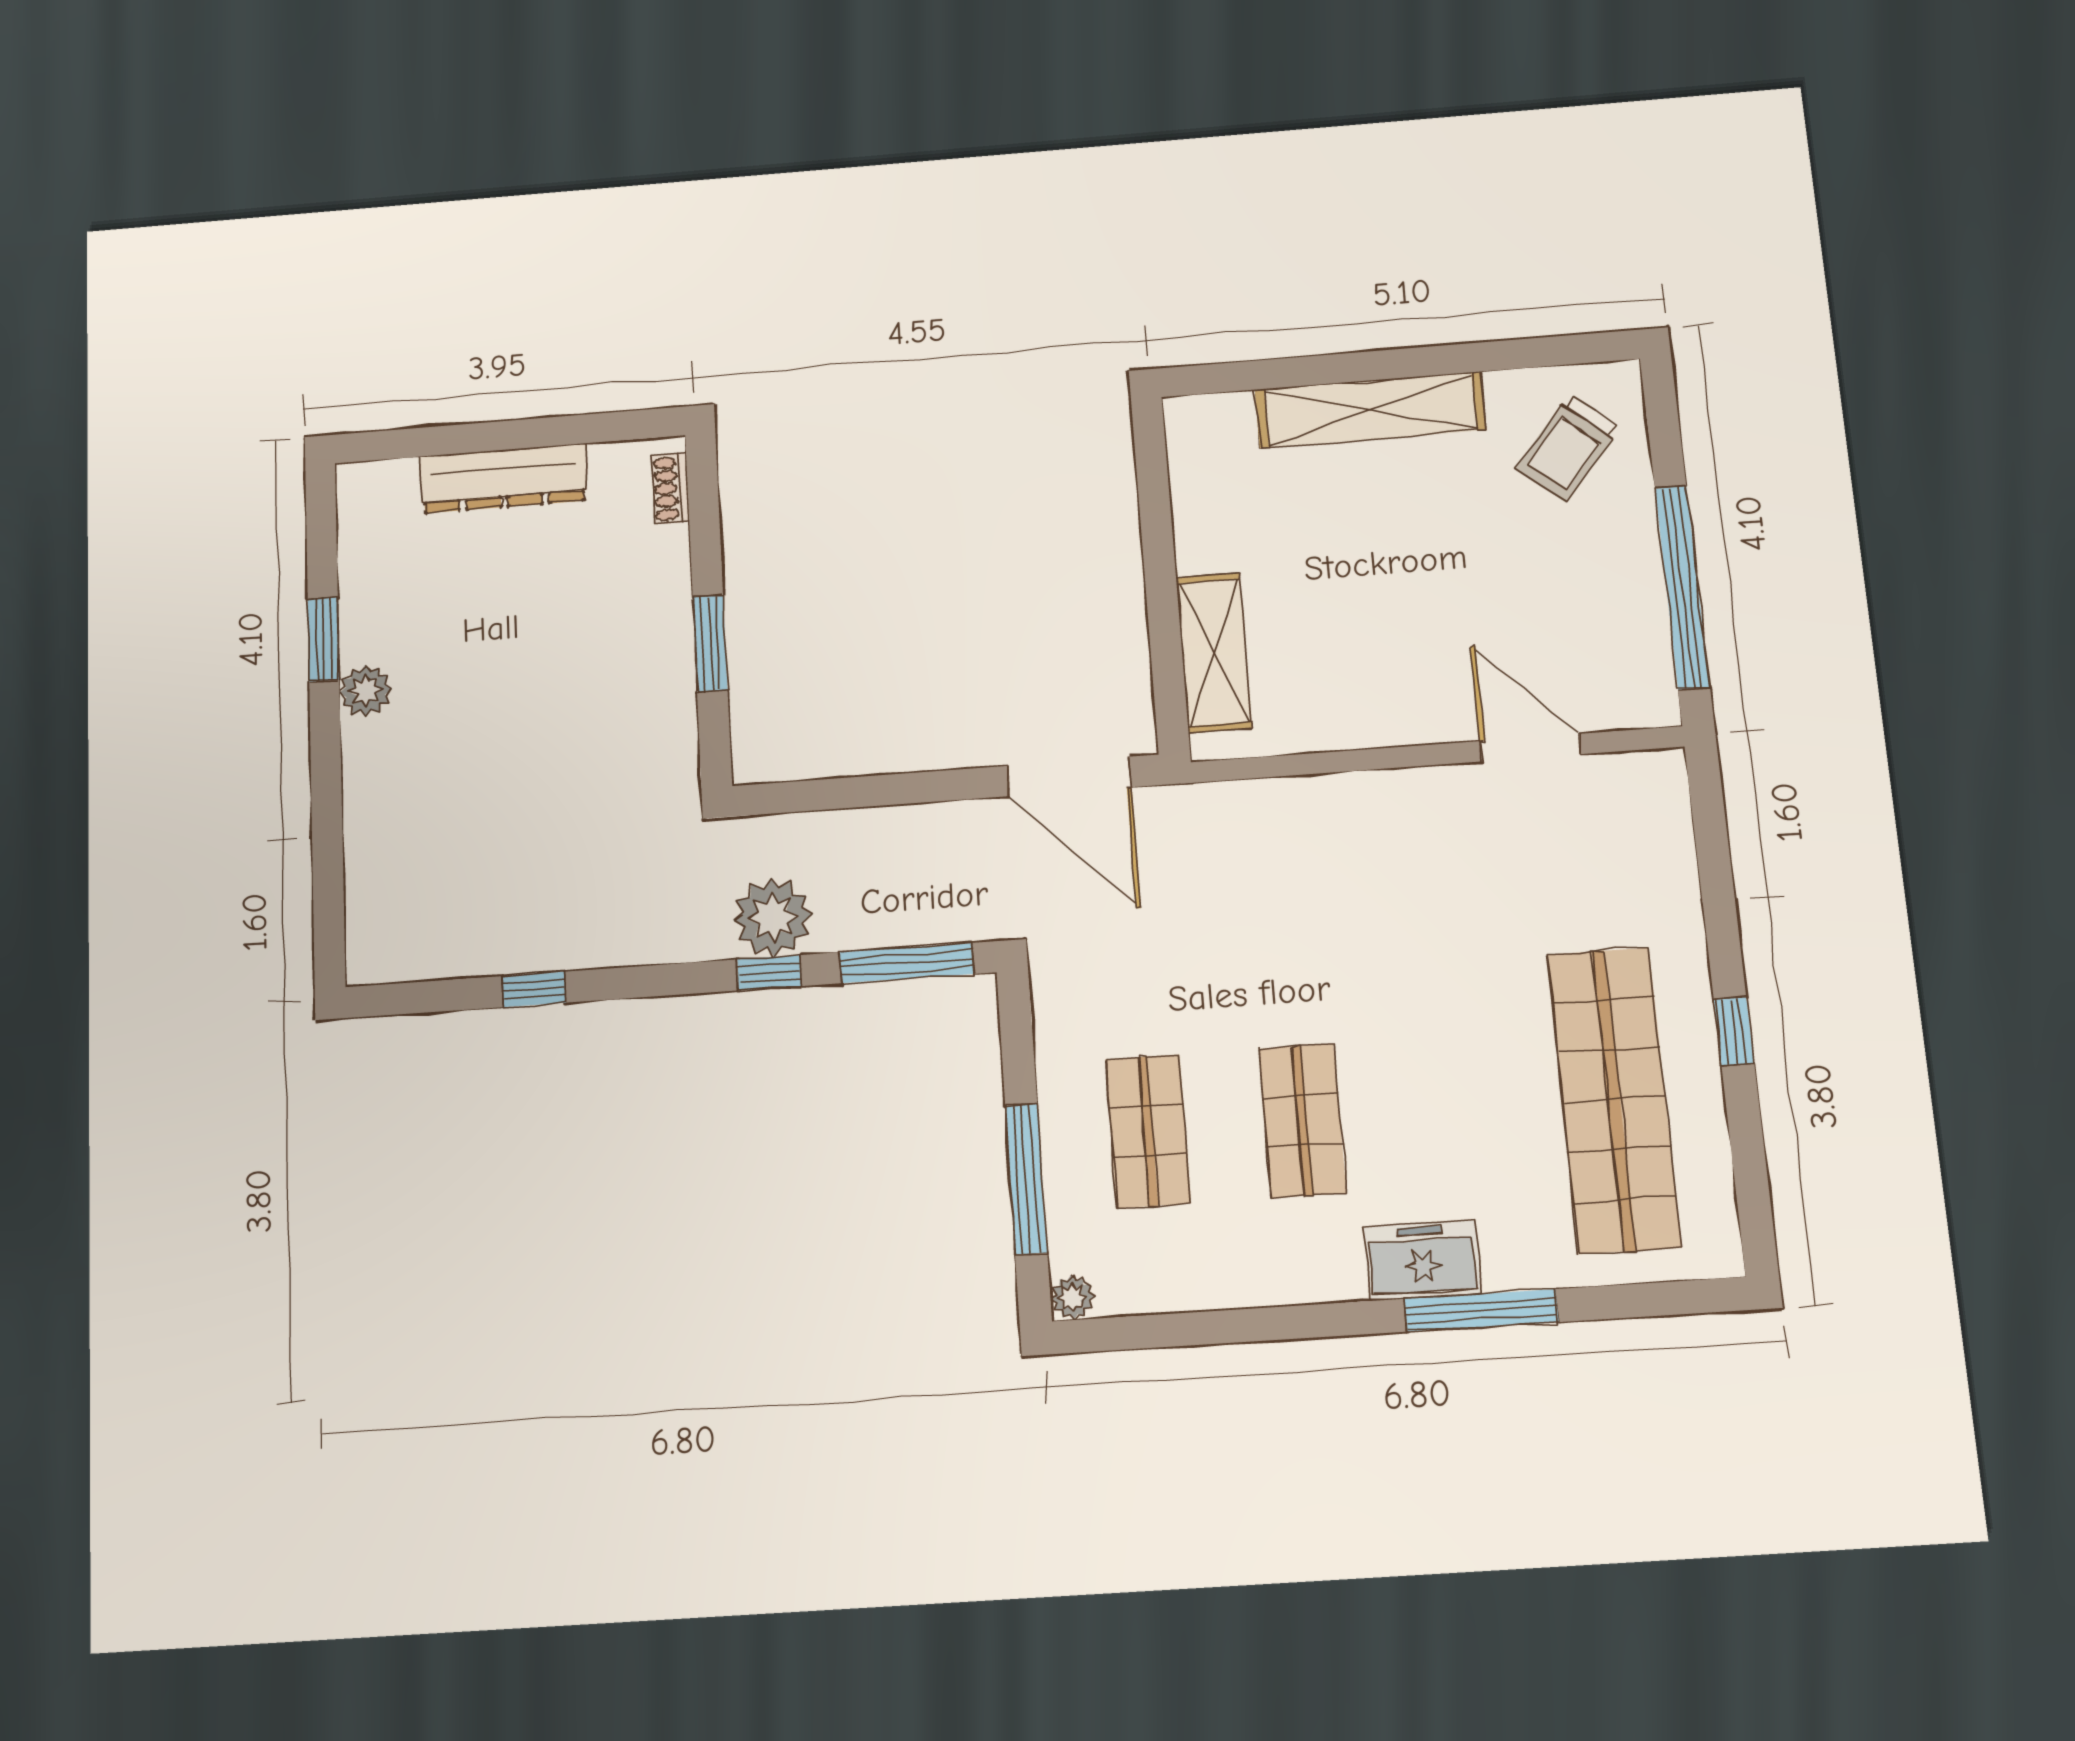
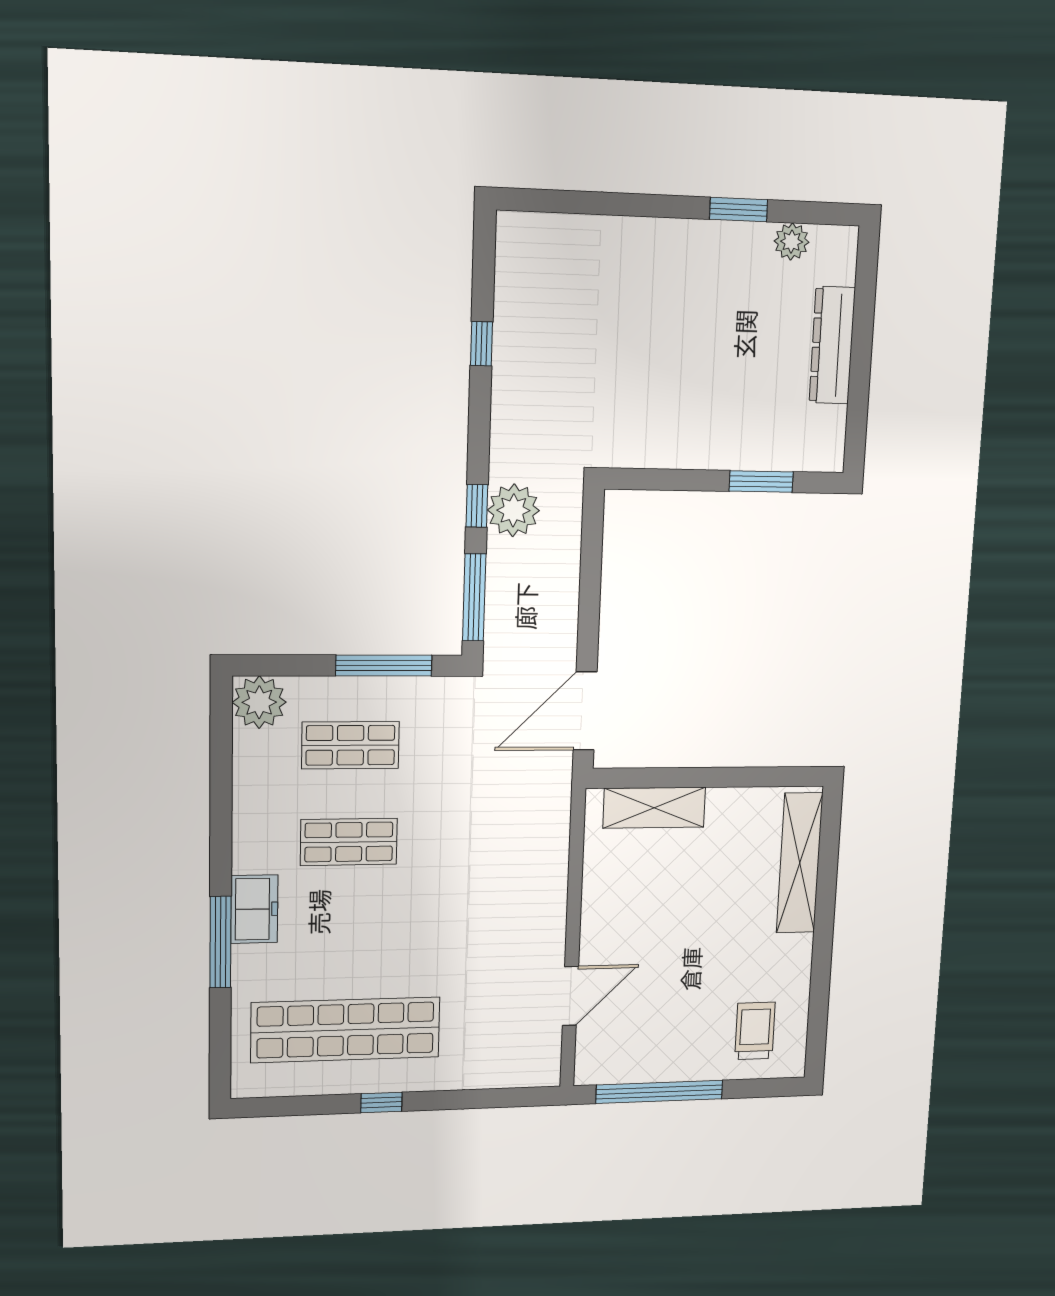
shelving: (1370, 410) -> (800, 863), moved
trolley: (1567, 448) -> (755, 1031), turned 50
shoe rack: (670, 488) -> (809, 460), removed
window: (710, 643) -> (761, 481), moved
plant: (366, 691) -> (792, 242), moved
window: (1026, 1179) -> (384, 666), moved
plant: (1072, 1297) -> (259, 702), width x1.88, depth x1.88

